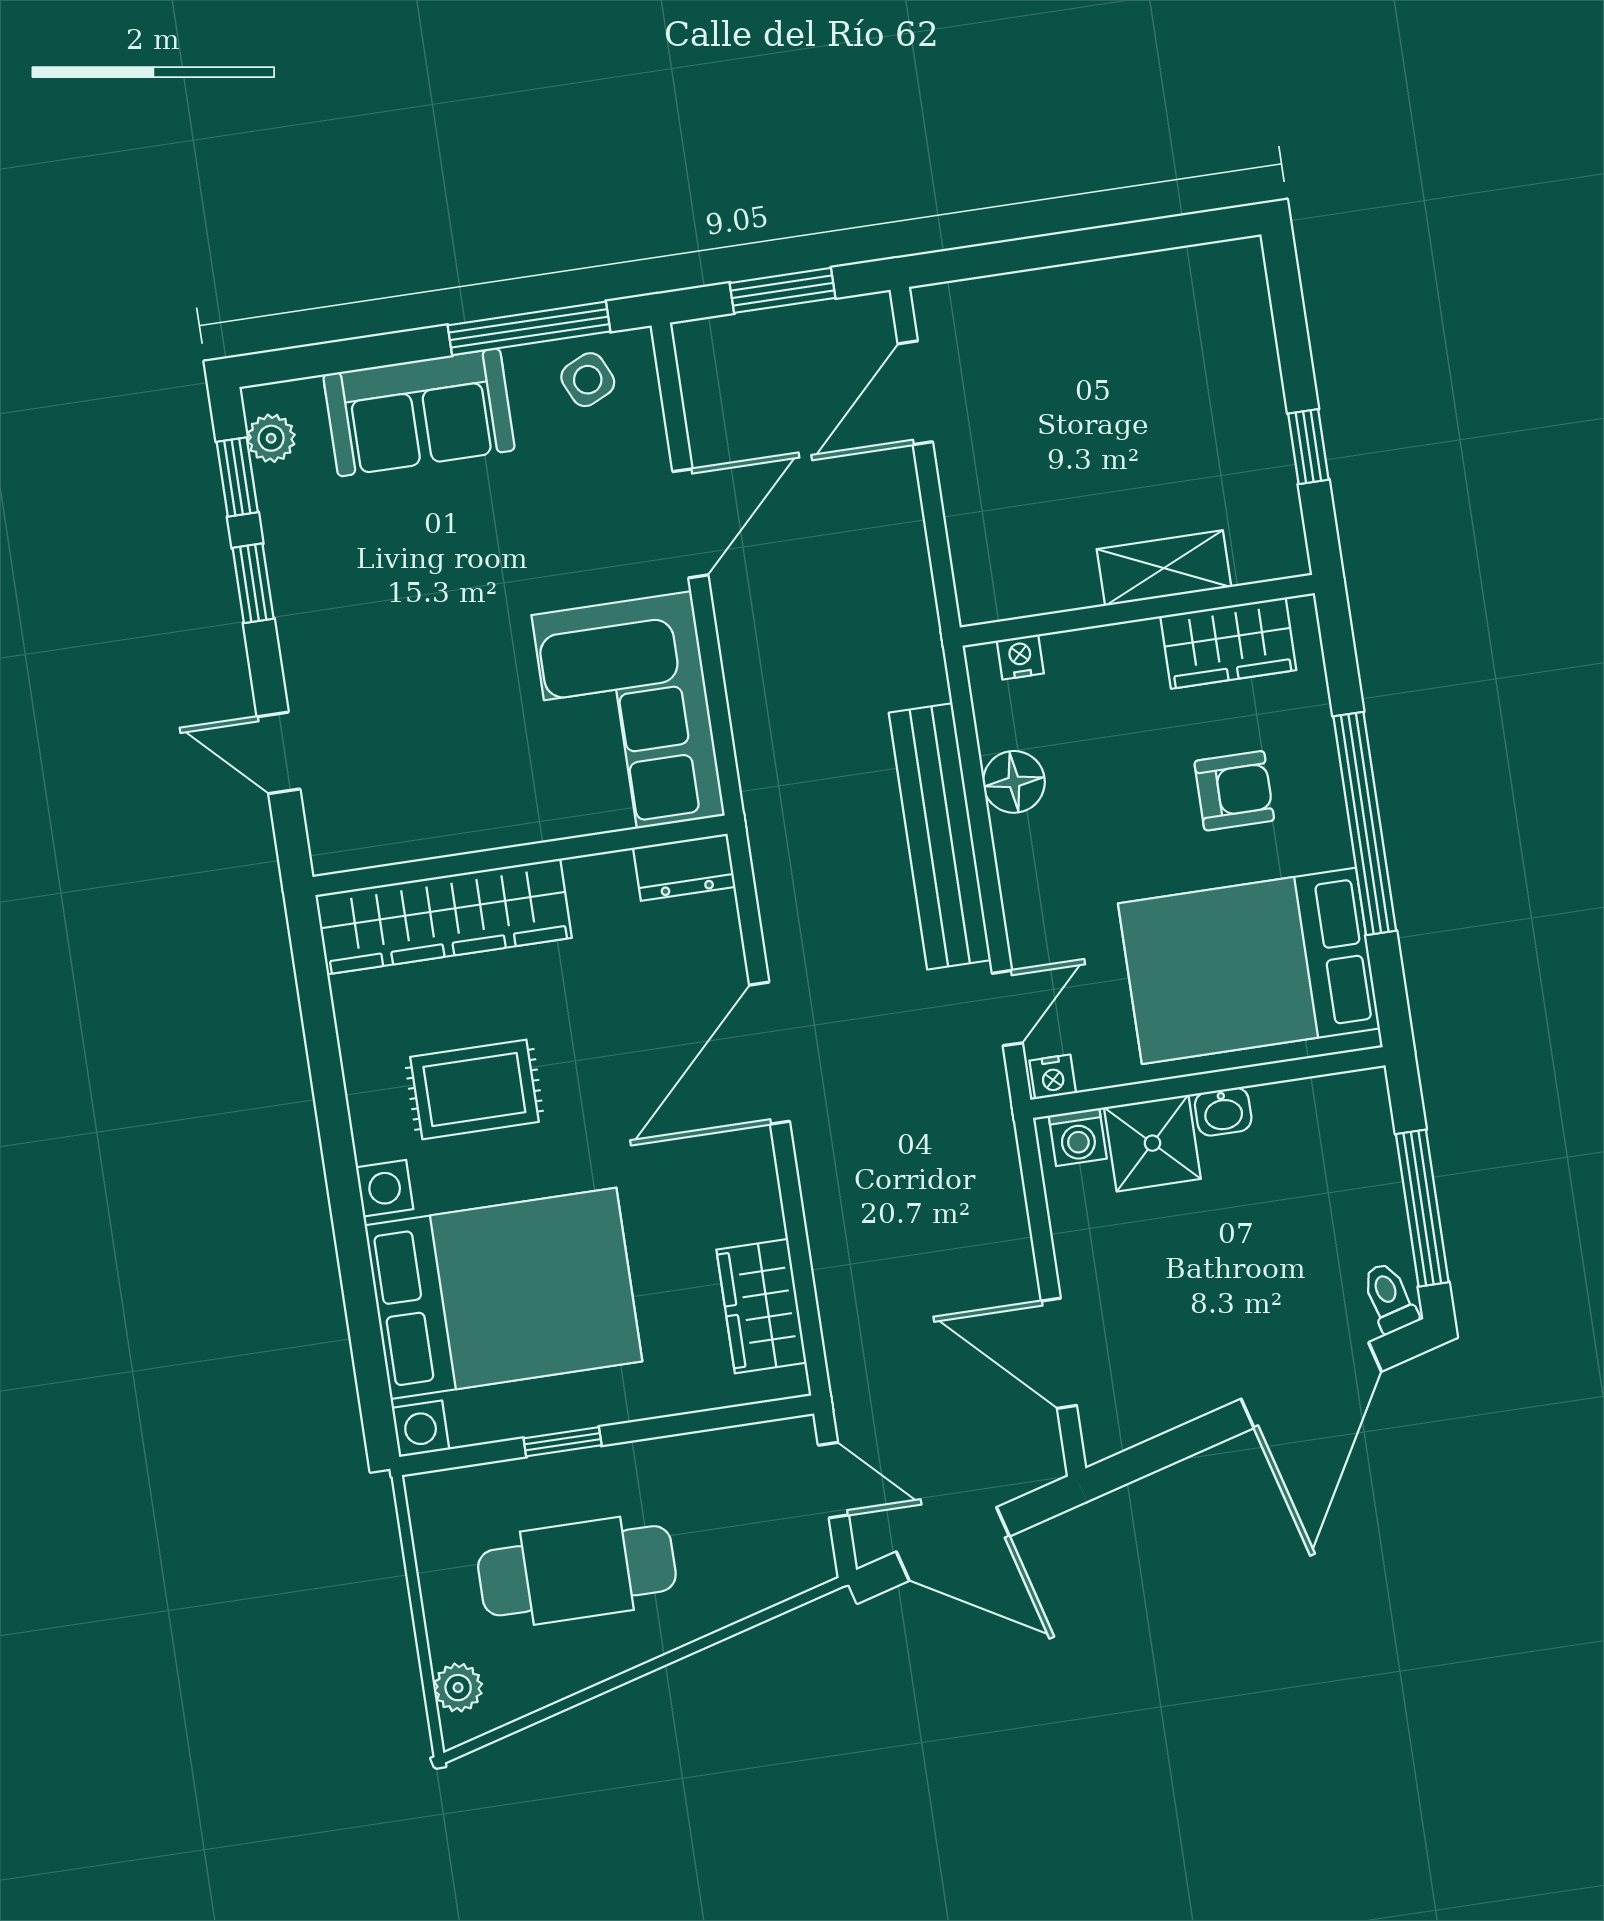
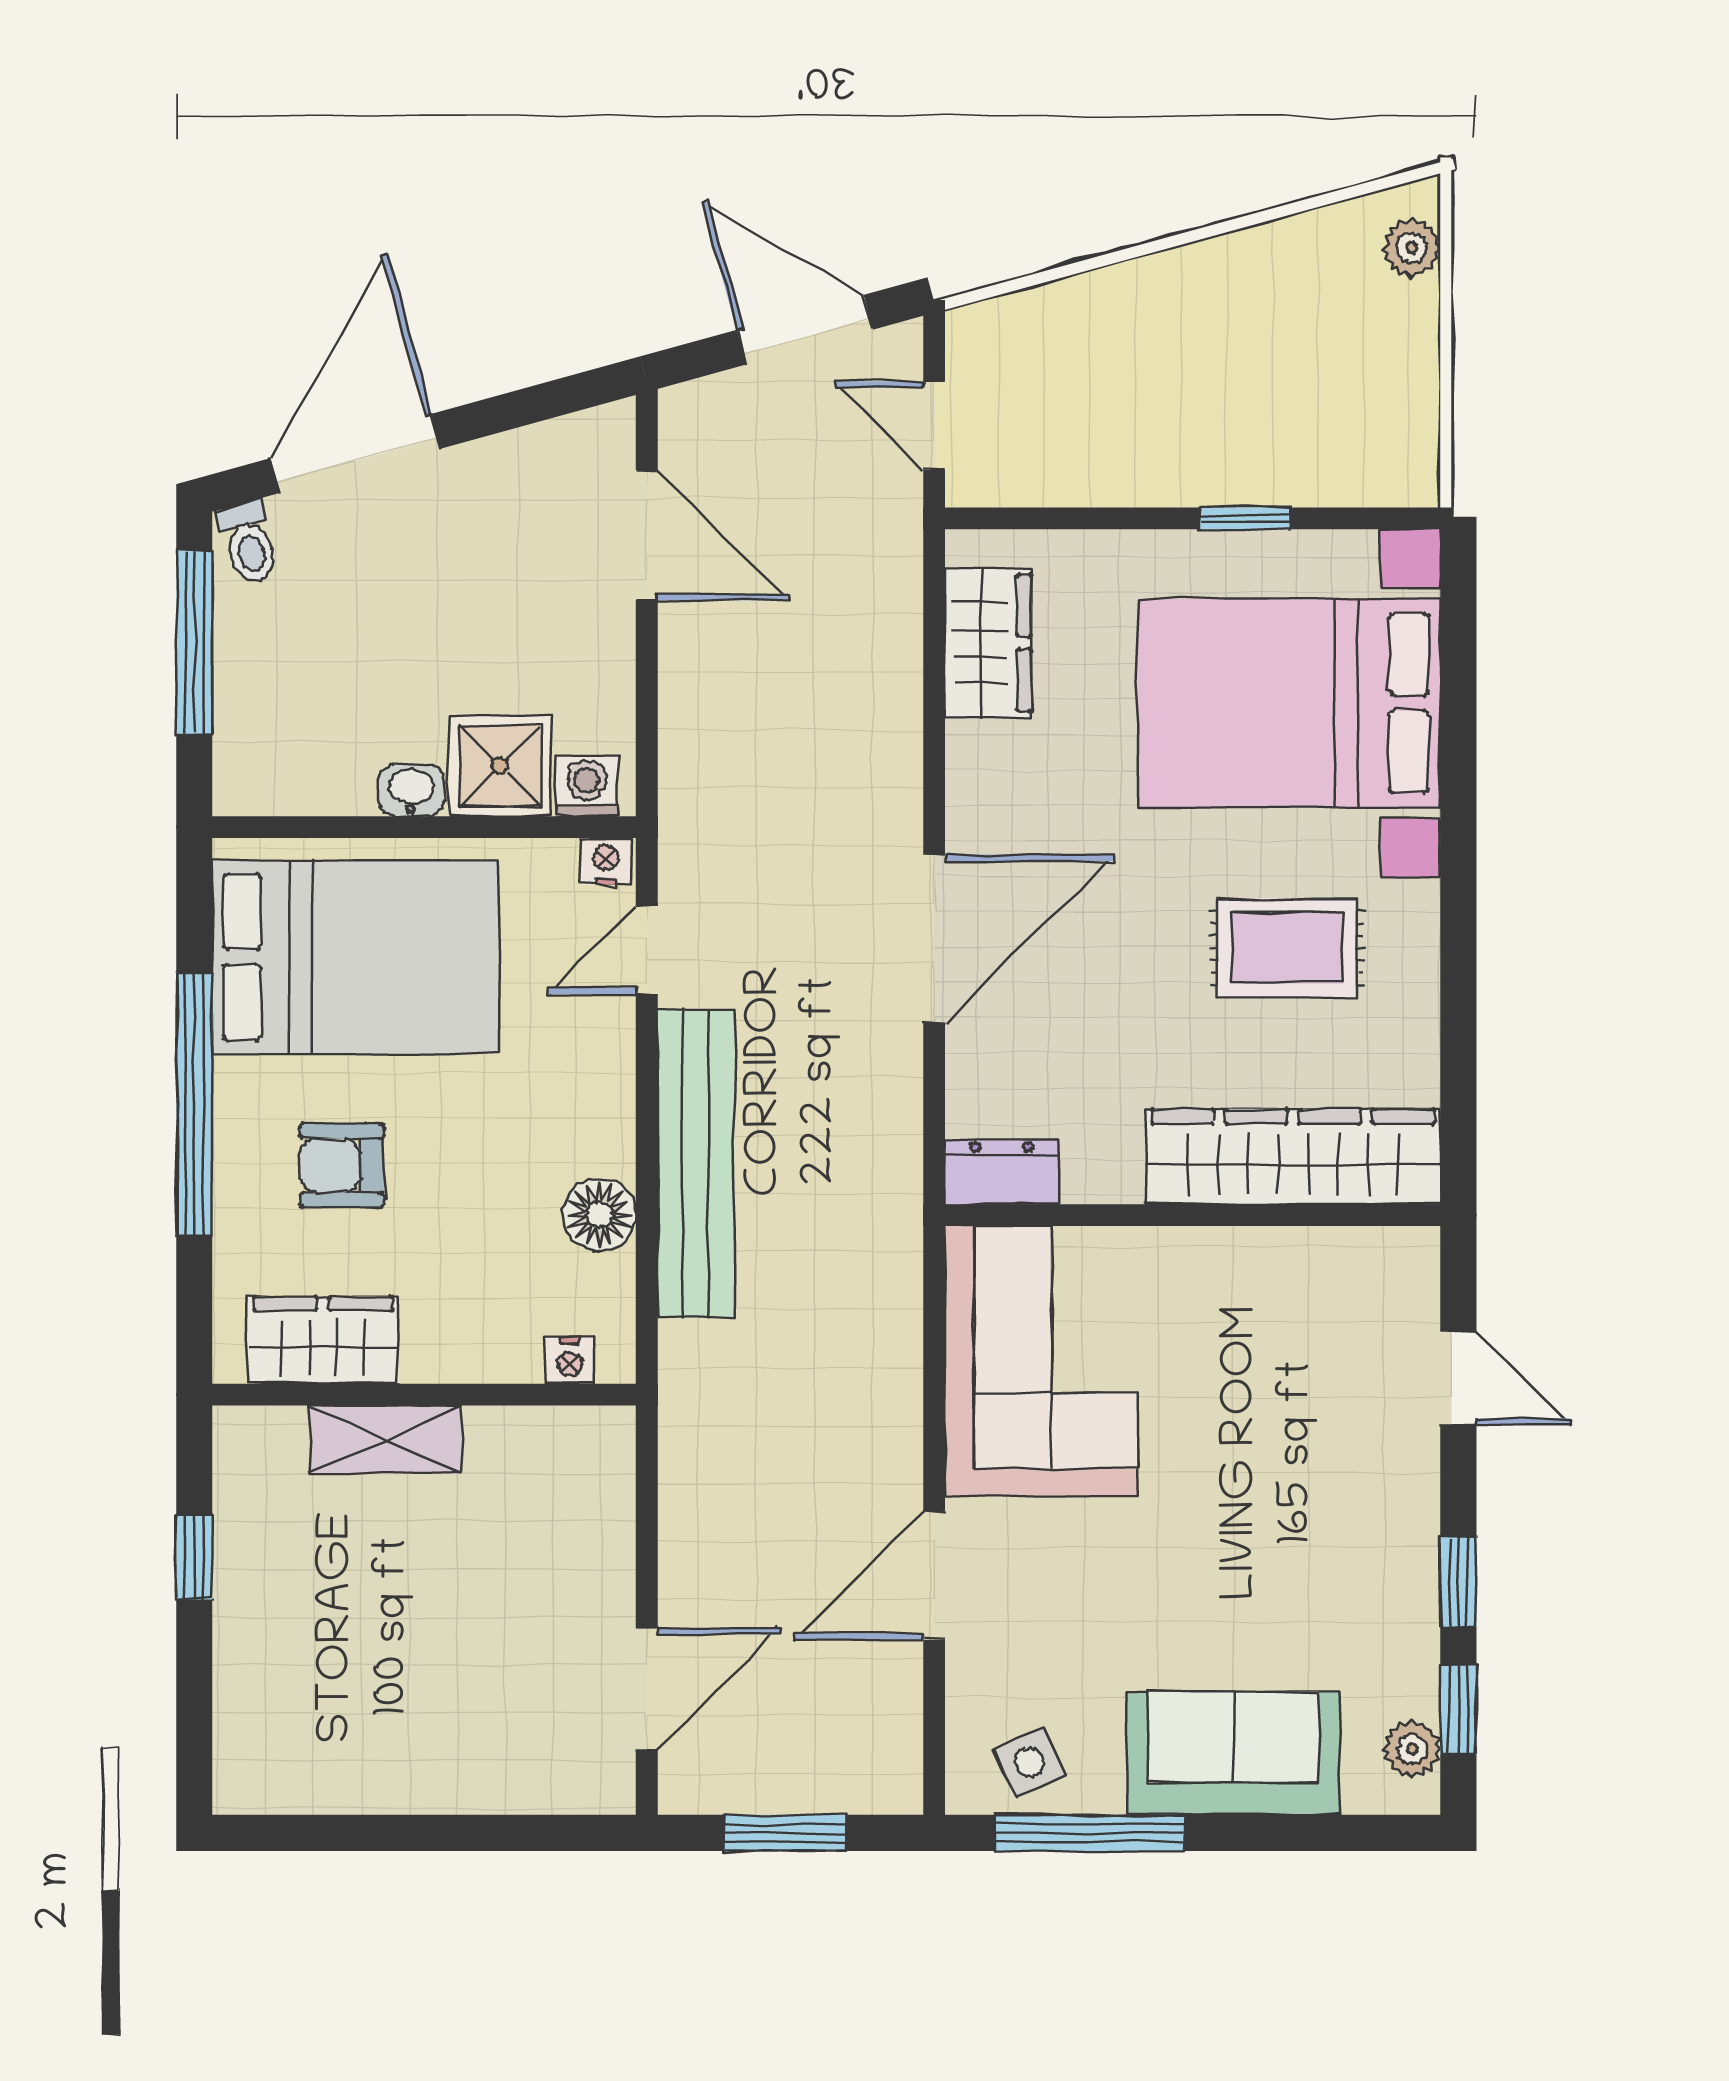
cafe table: (577, 1571) -> (1251, 364), removed

